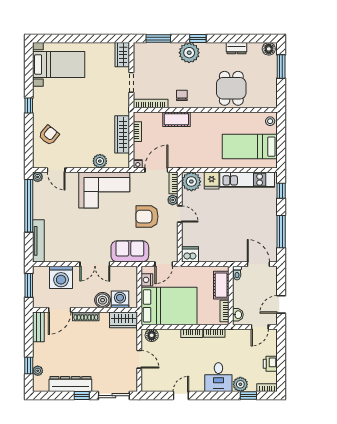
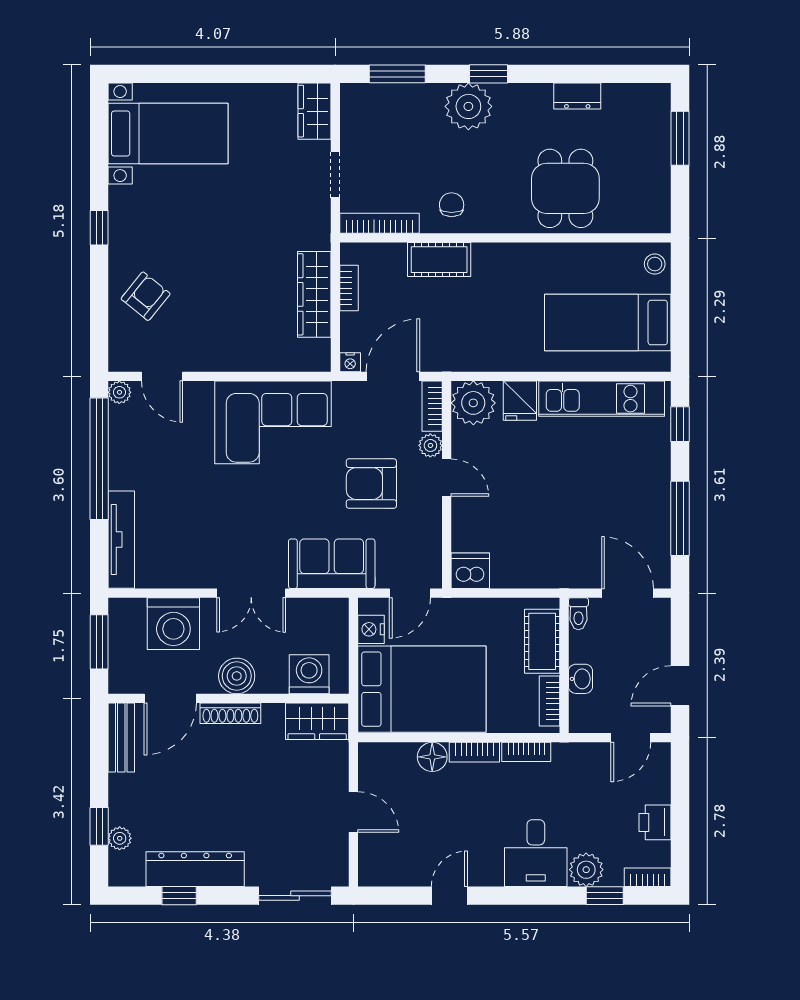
floor lamp: (269, 49) -> (652, 98), removed
plant: (100, 161) -> (263, 356), removed
boiler: (103, 300) -> (237, 676), moved
washbasin: (238, 315) -> (581, 679), moved
floor lamp: (152, 335) -> (432, 757), moved
window: (82, 396) -> (179, 896), moved

